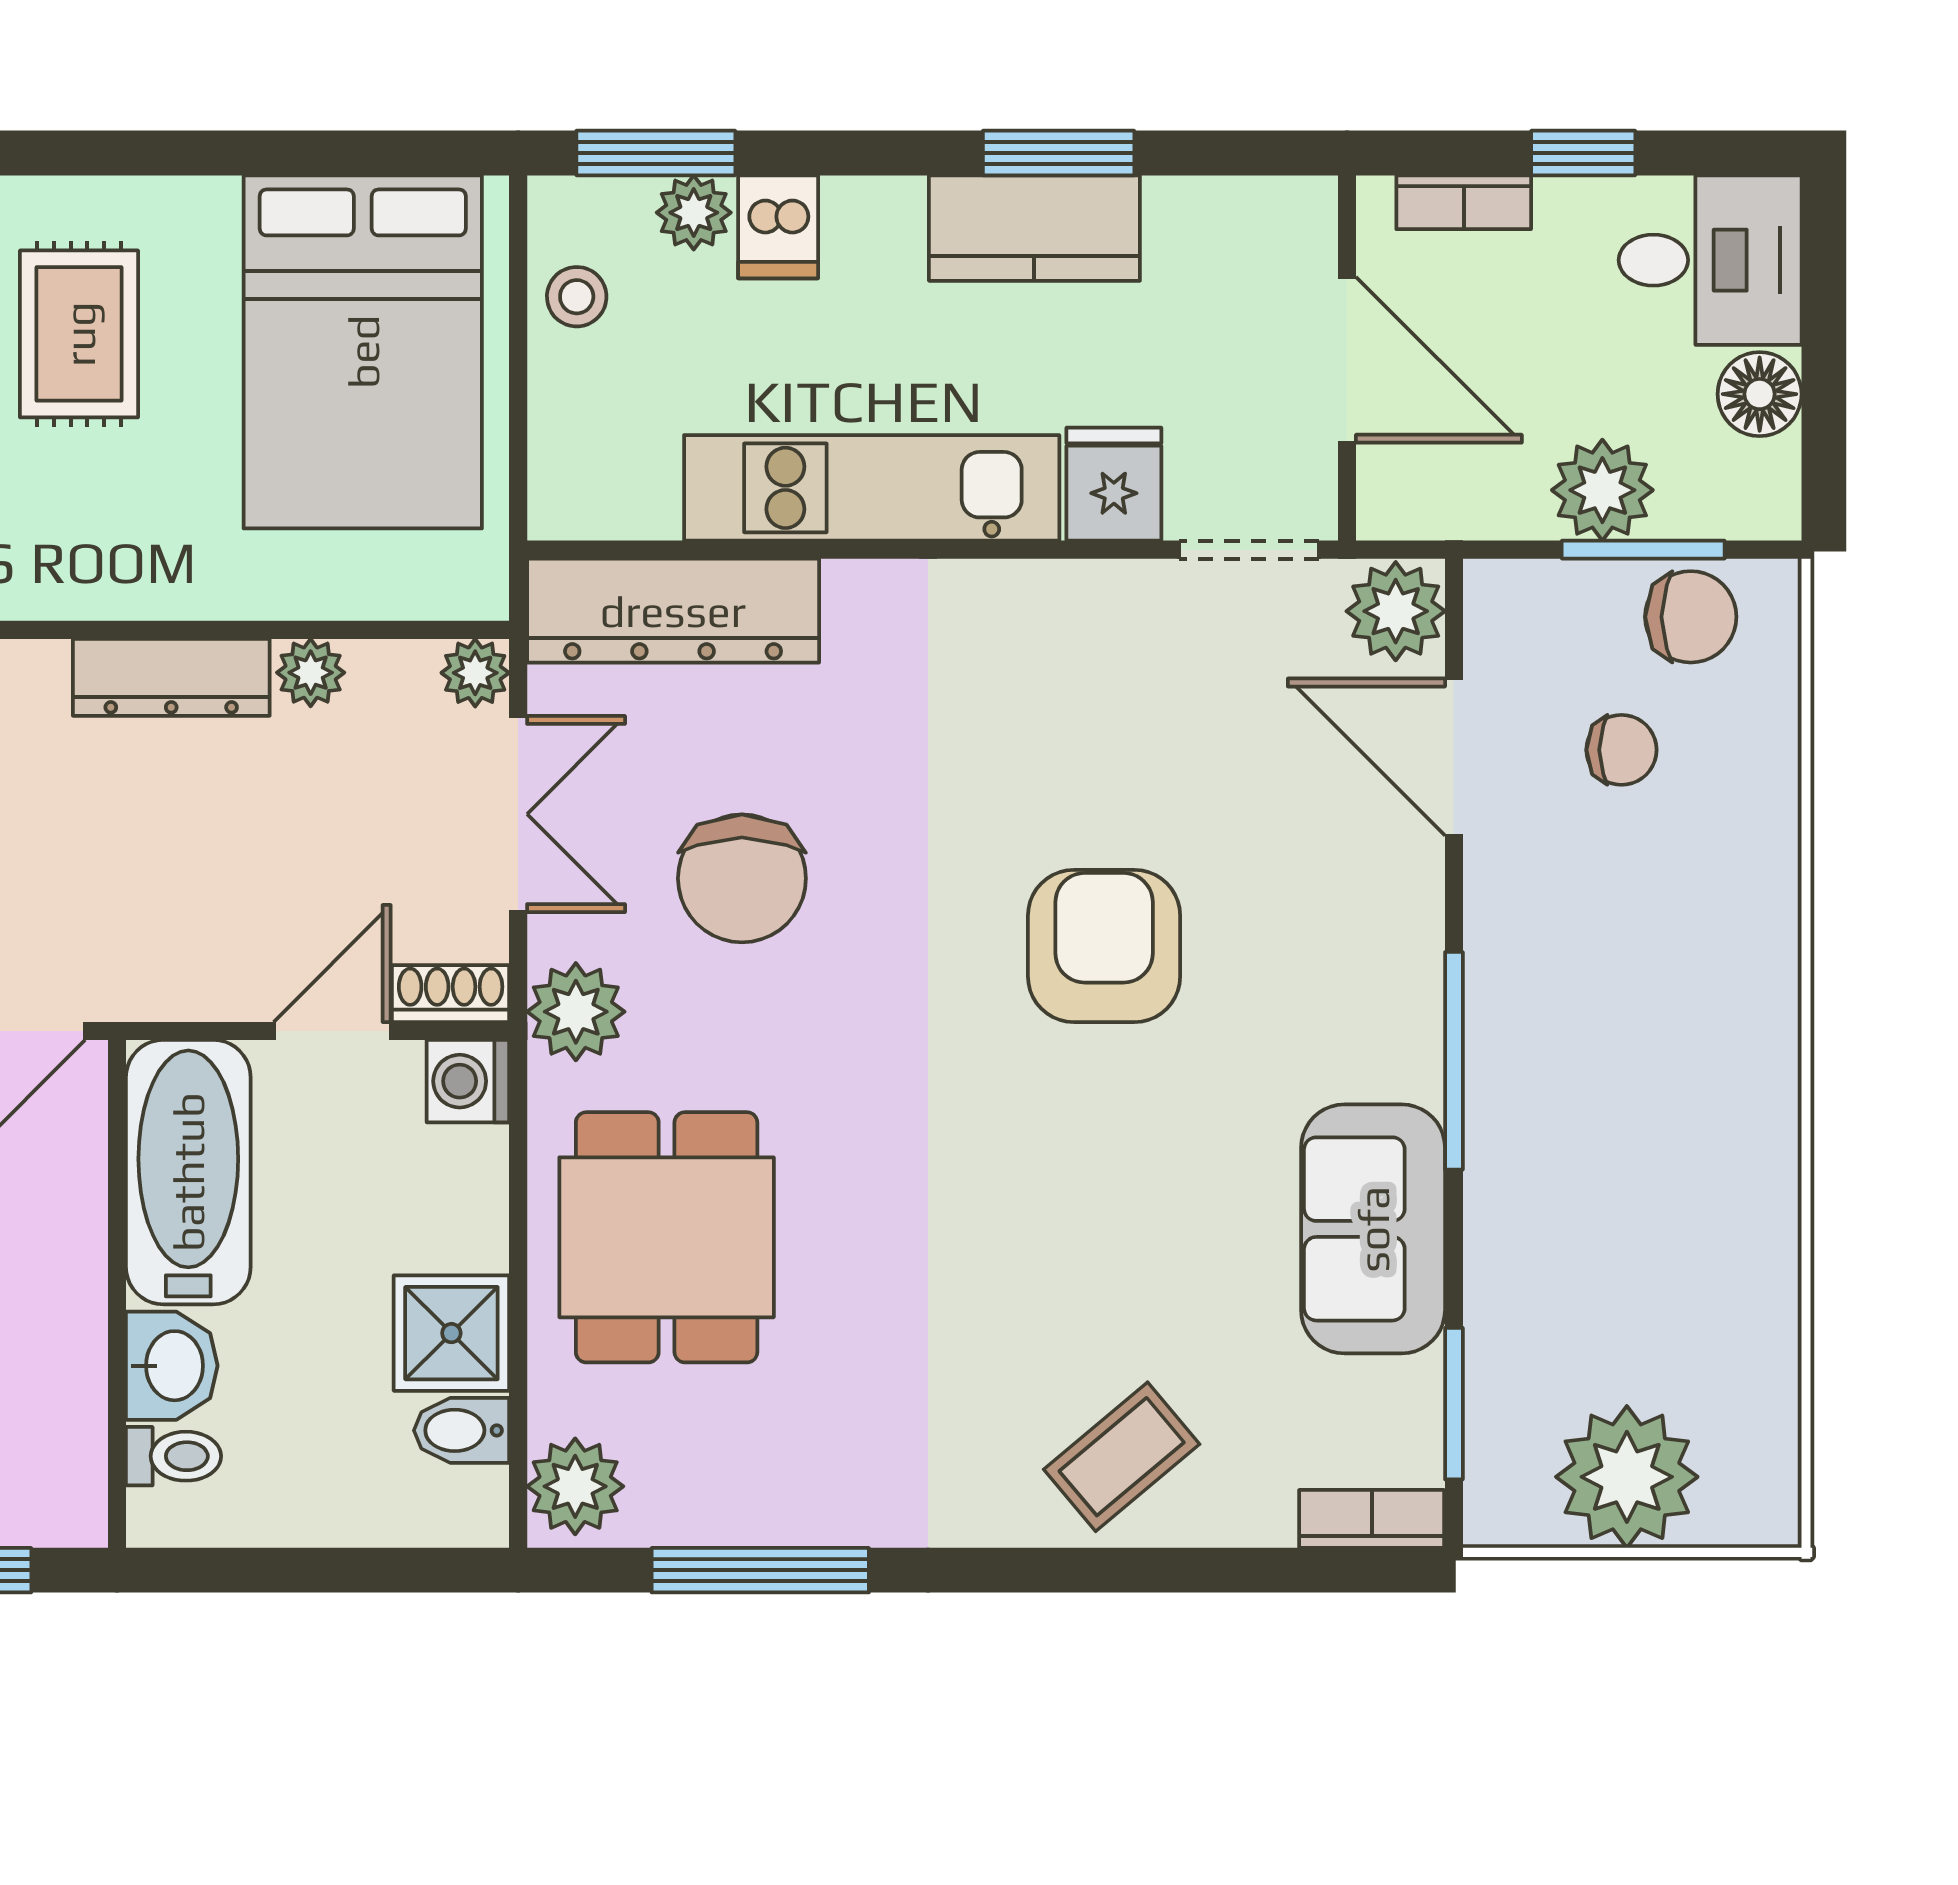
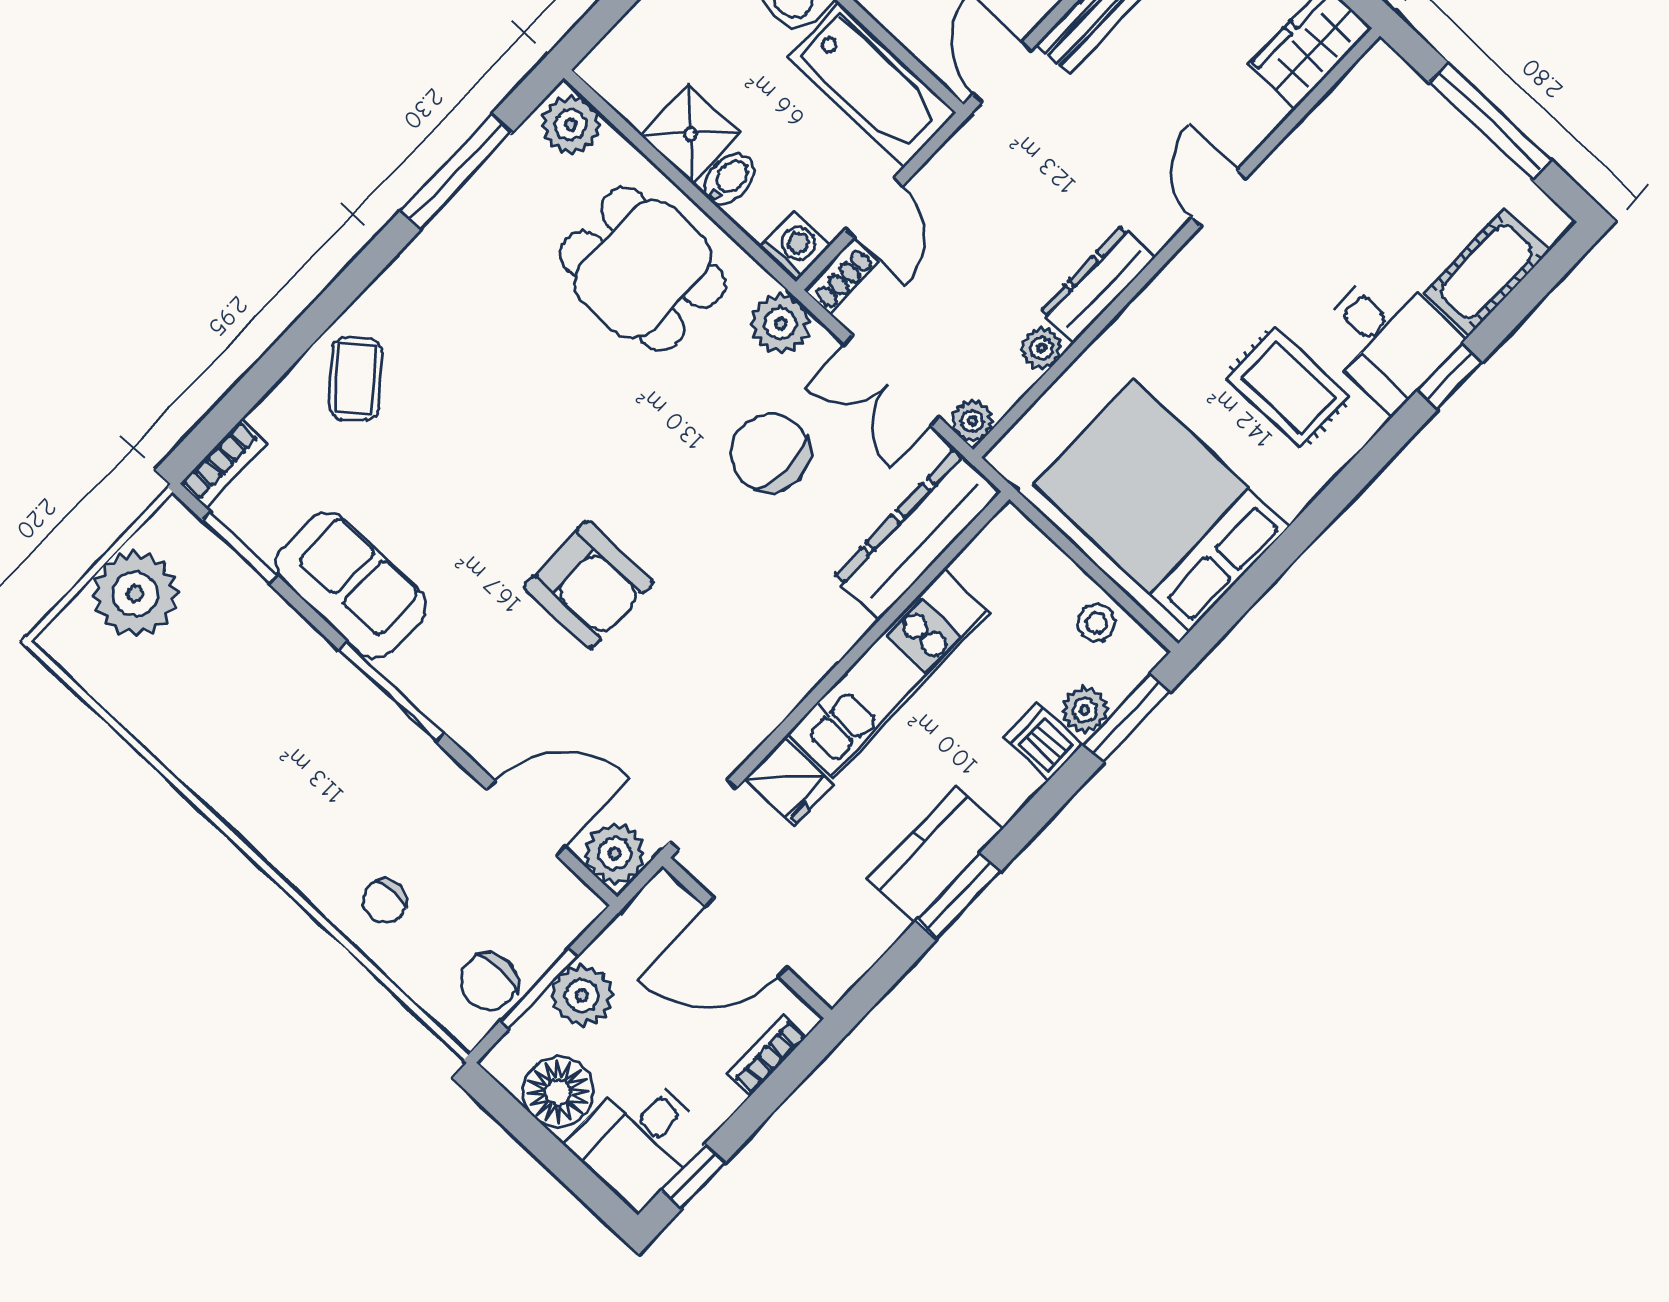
window: (1583, 153) -> (693, 1177), moved
floor lamp: (1760, 394) -> (558, 1092), width x1.38, depth x1.38
chair: (1621, 750) -> (385, 901), moved
bidet: (461, 1430) -> (729, 179), moved

